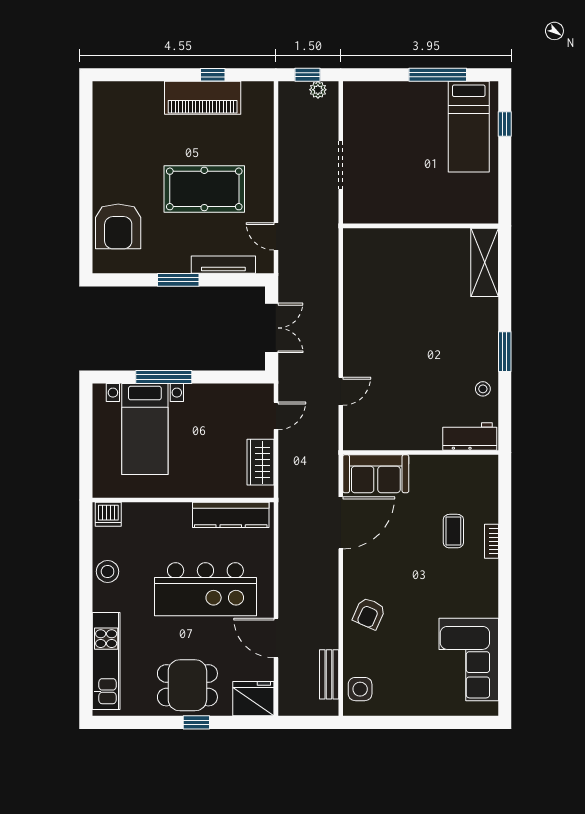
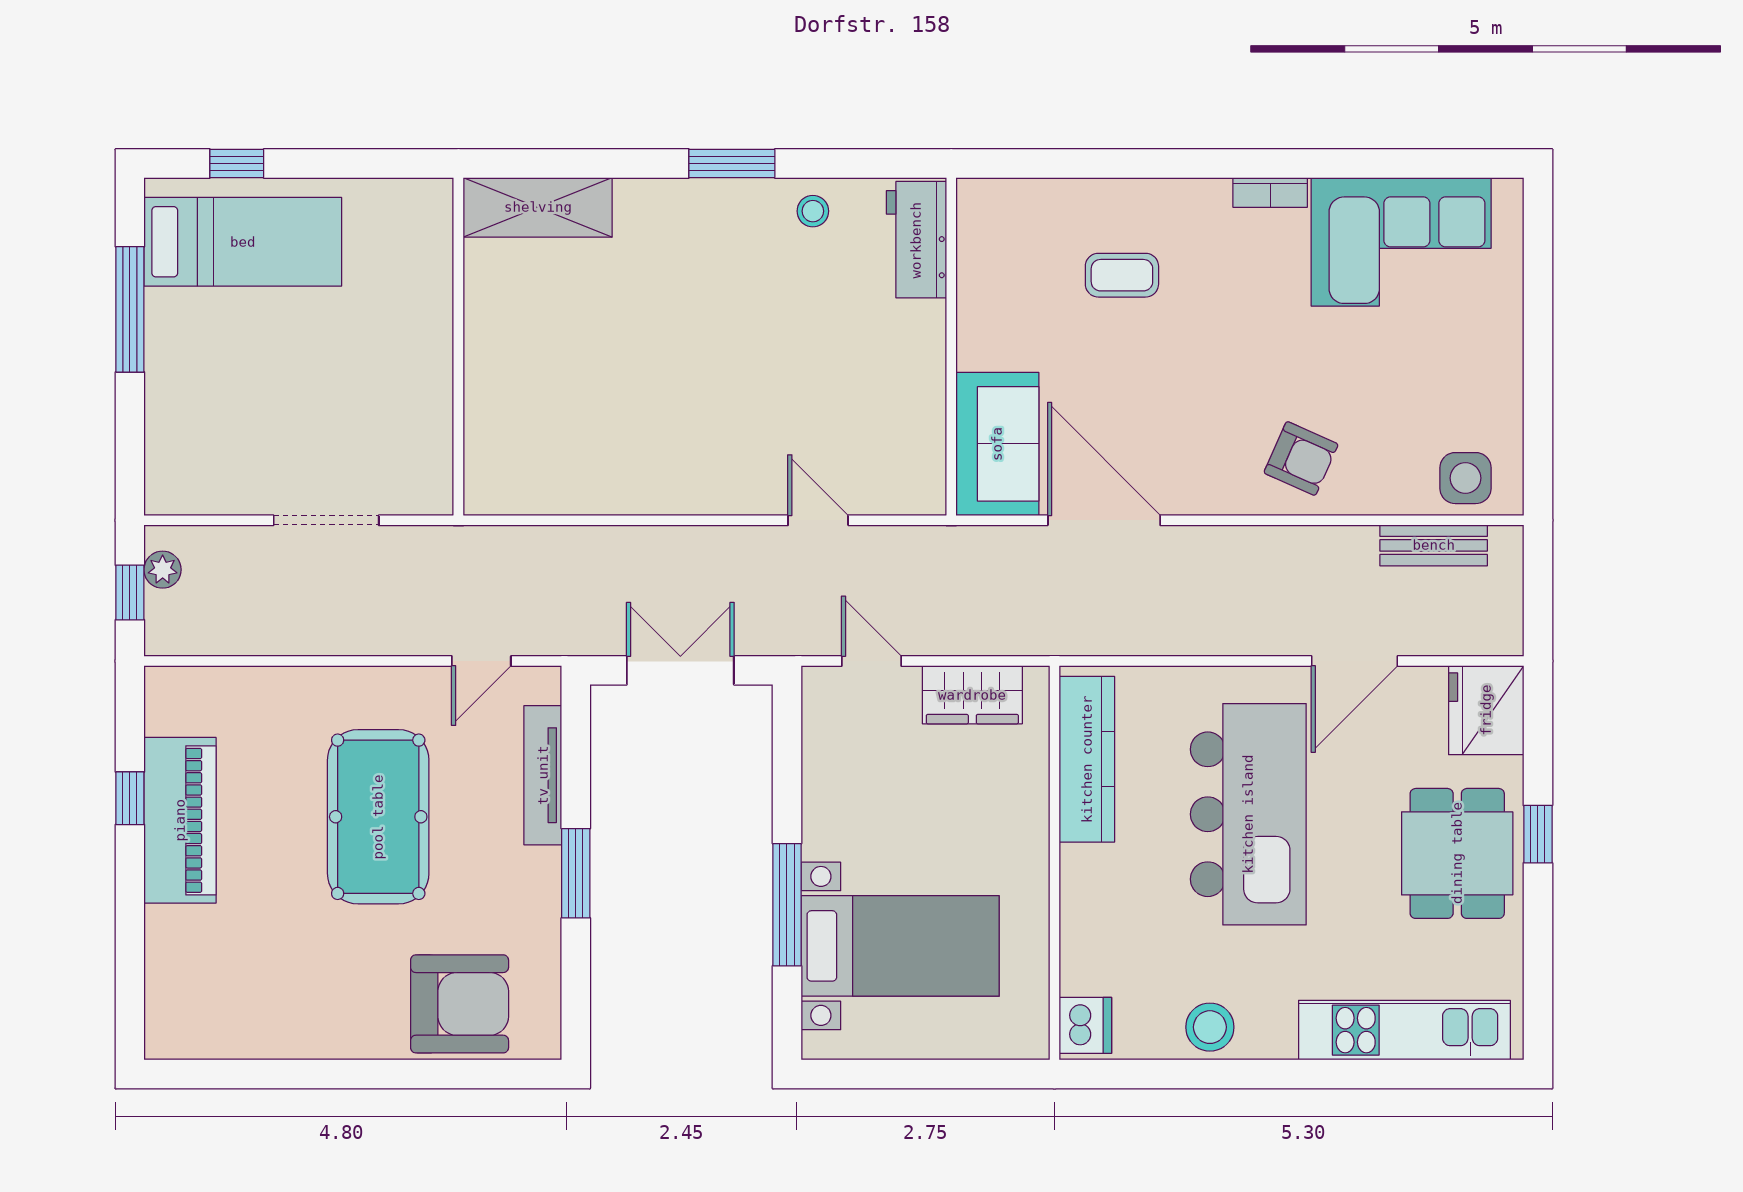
bookcase: (491, 541) -> (1270, 192), moved

